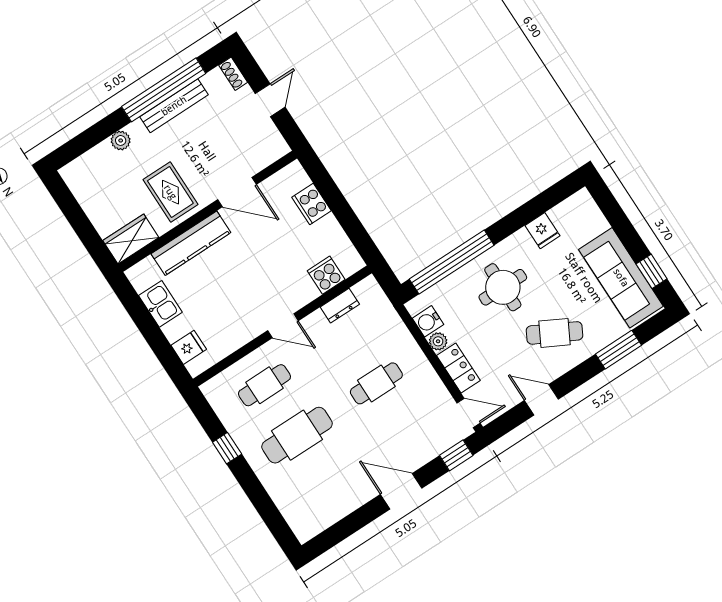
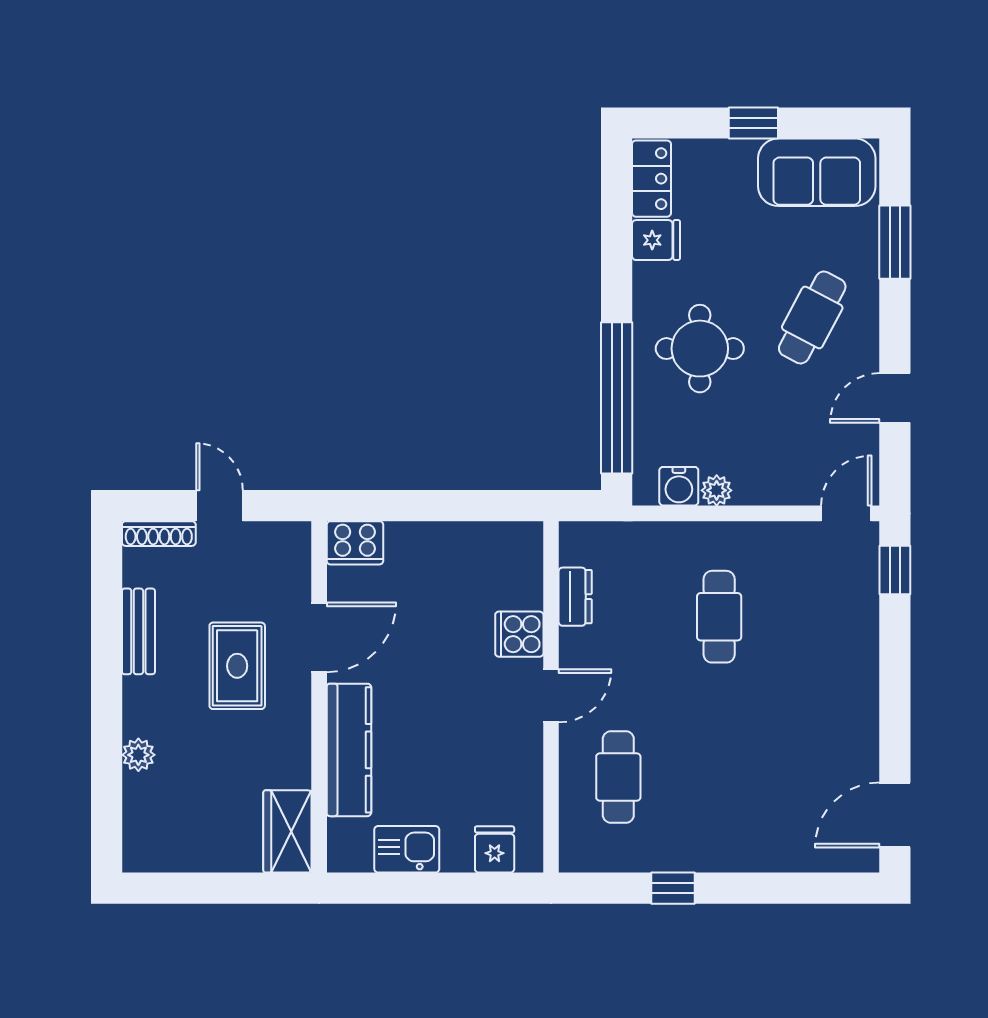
shoe rack: (233, 74) -> (159, 534), width x1.43
window: (164, 90) -> (107, 647), removed
bench: (174, 106) -> (138, 631), width x0.73
rug: (170, 192) -> (237, 666), moved, turned 90
cooker: (312, 204) -> (355, 543), moved
window: (652, 271) -> (753, 123), moved
cooker: (326, 275) -> (519, 634), moved
sofa: (621, 278) -> (817, 172), width x0.73
locker: (458, 368) -> (651, 179), moved, turned 90
cafe table: (297, 435) -> (719, 777), removed
door: (401, 491) -> (895, 815), moved

